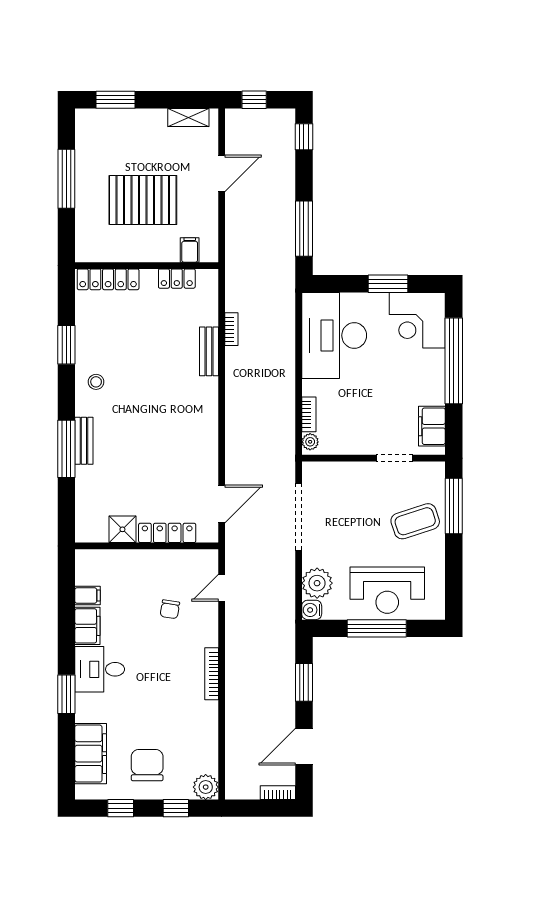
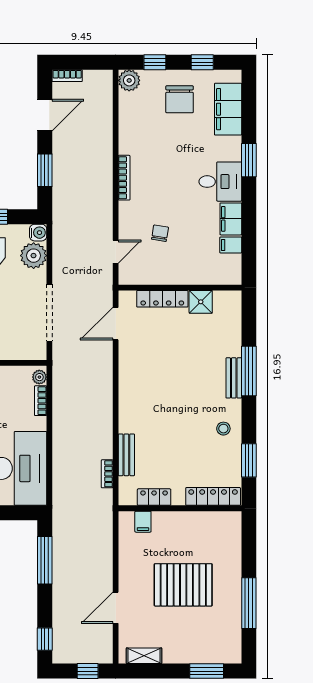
filing cabinet: (190, 250) -> (143, 522), moved
wall: (147, 266) -> (180, 508), moved
locker: (108, 279) -> (213, 496), moved
locker: (177, 279) -> (154, 497), moved

